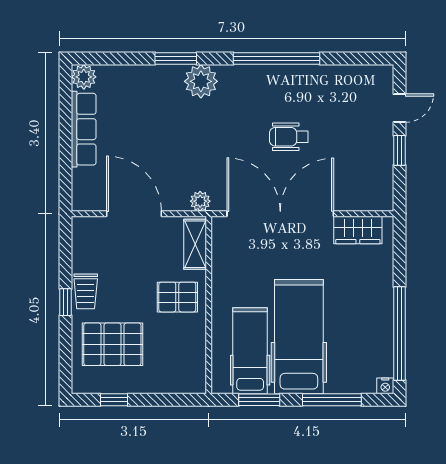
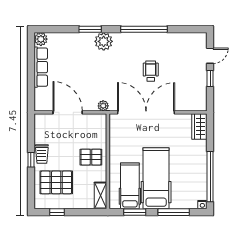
wheelchair: (289, 137) -> (151, 71), turned 90
wardrobe: (358, 230) -> (199, 127), moved, turned 90
shelving: (195, 244) -> (100, 195), moved

